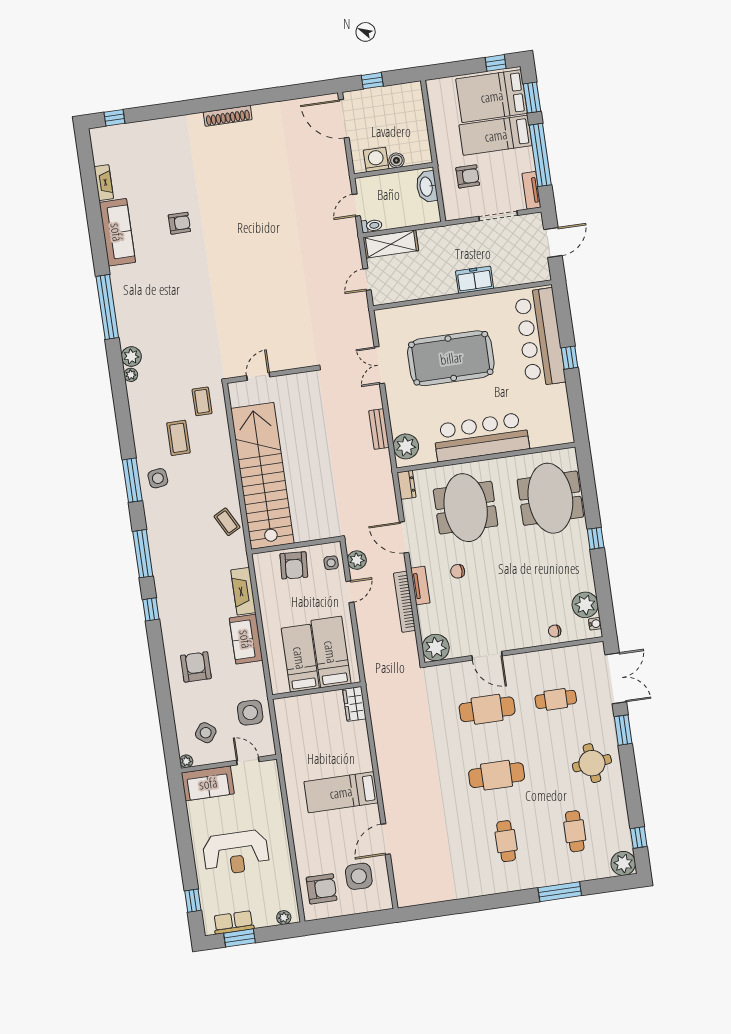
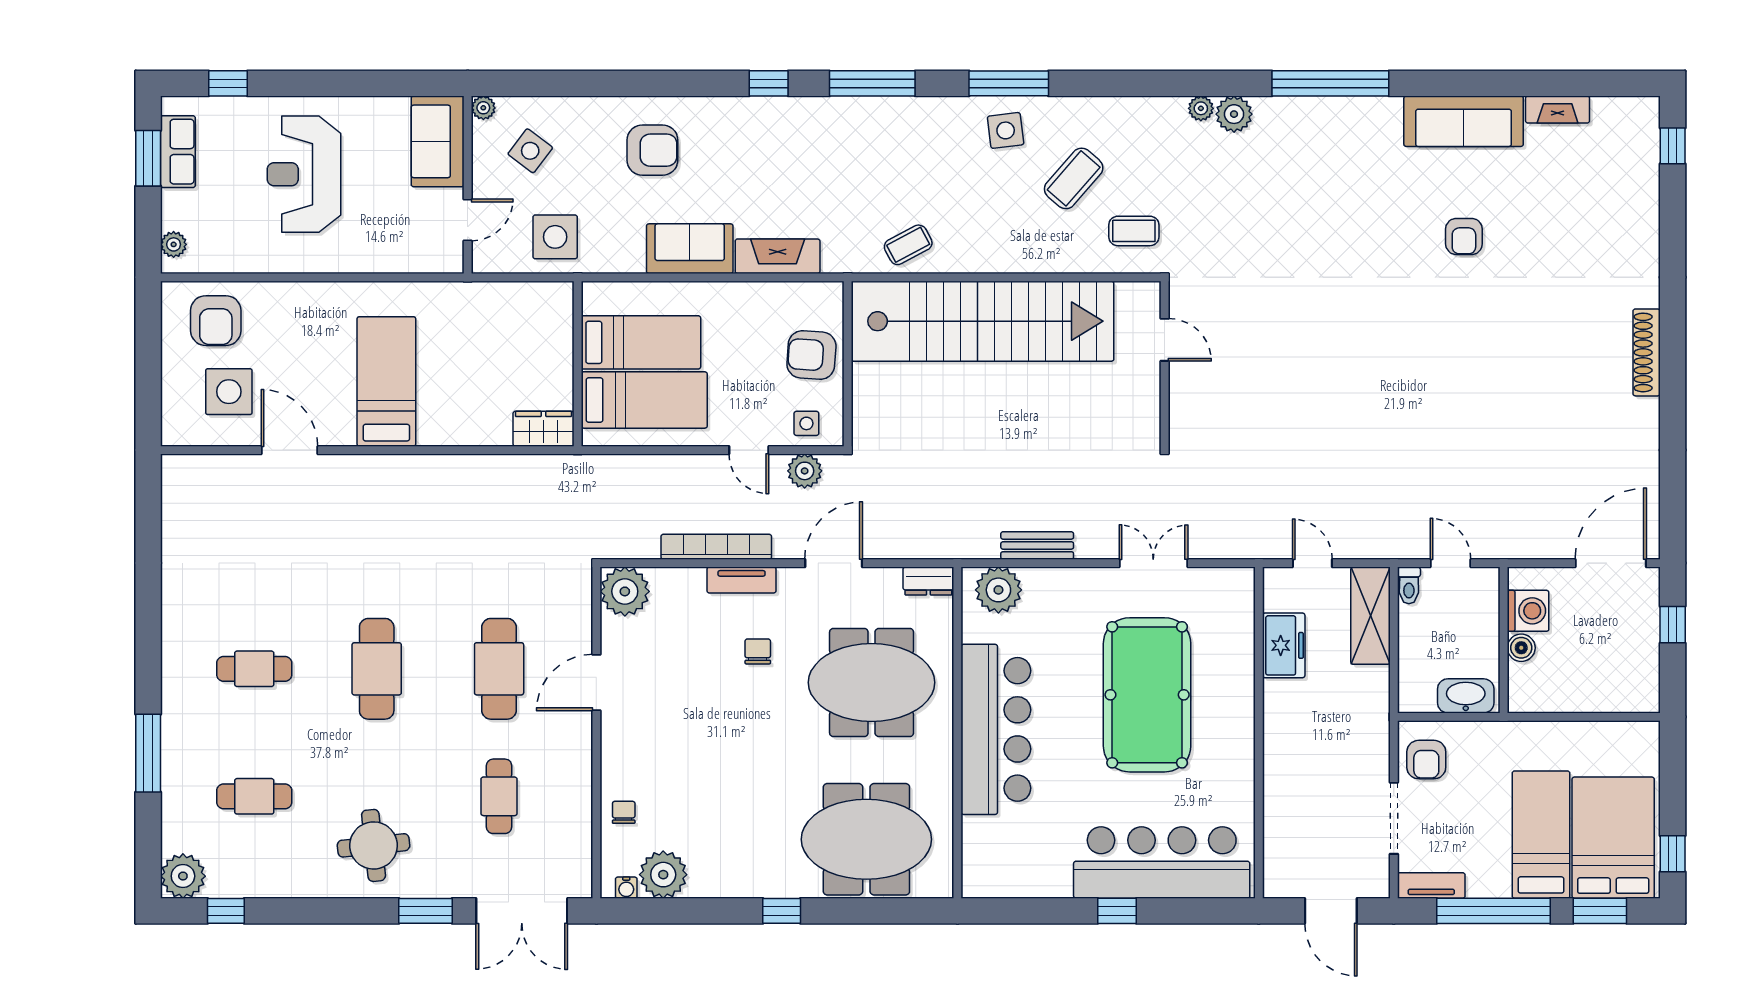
armchair: (468, 176) -> (1426, 760), moved
freezer: (475, 280) -> (1284, 645), moved
coffee table: (178, 438) -> (1074, 178), turned -49

